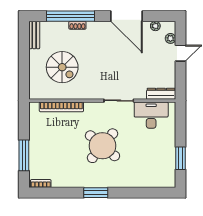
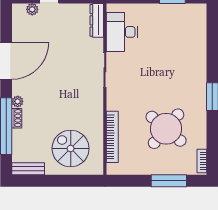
plant: (155, 26) -> (18, 101), moved
spiral stairs: (62, 67) -> (71, 148), moved, turned -90
round table: (102, 146) -> (166, 129), moved

